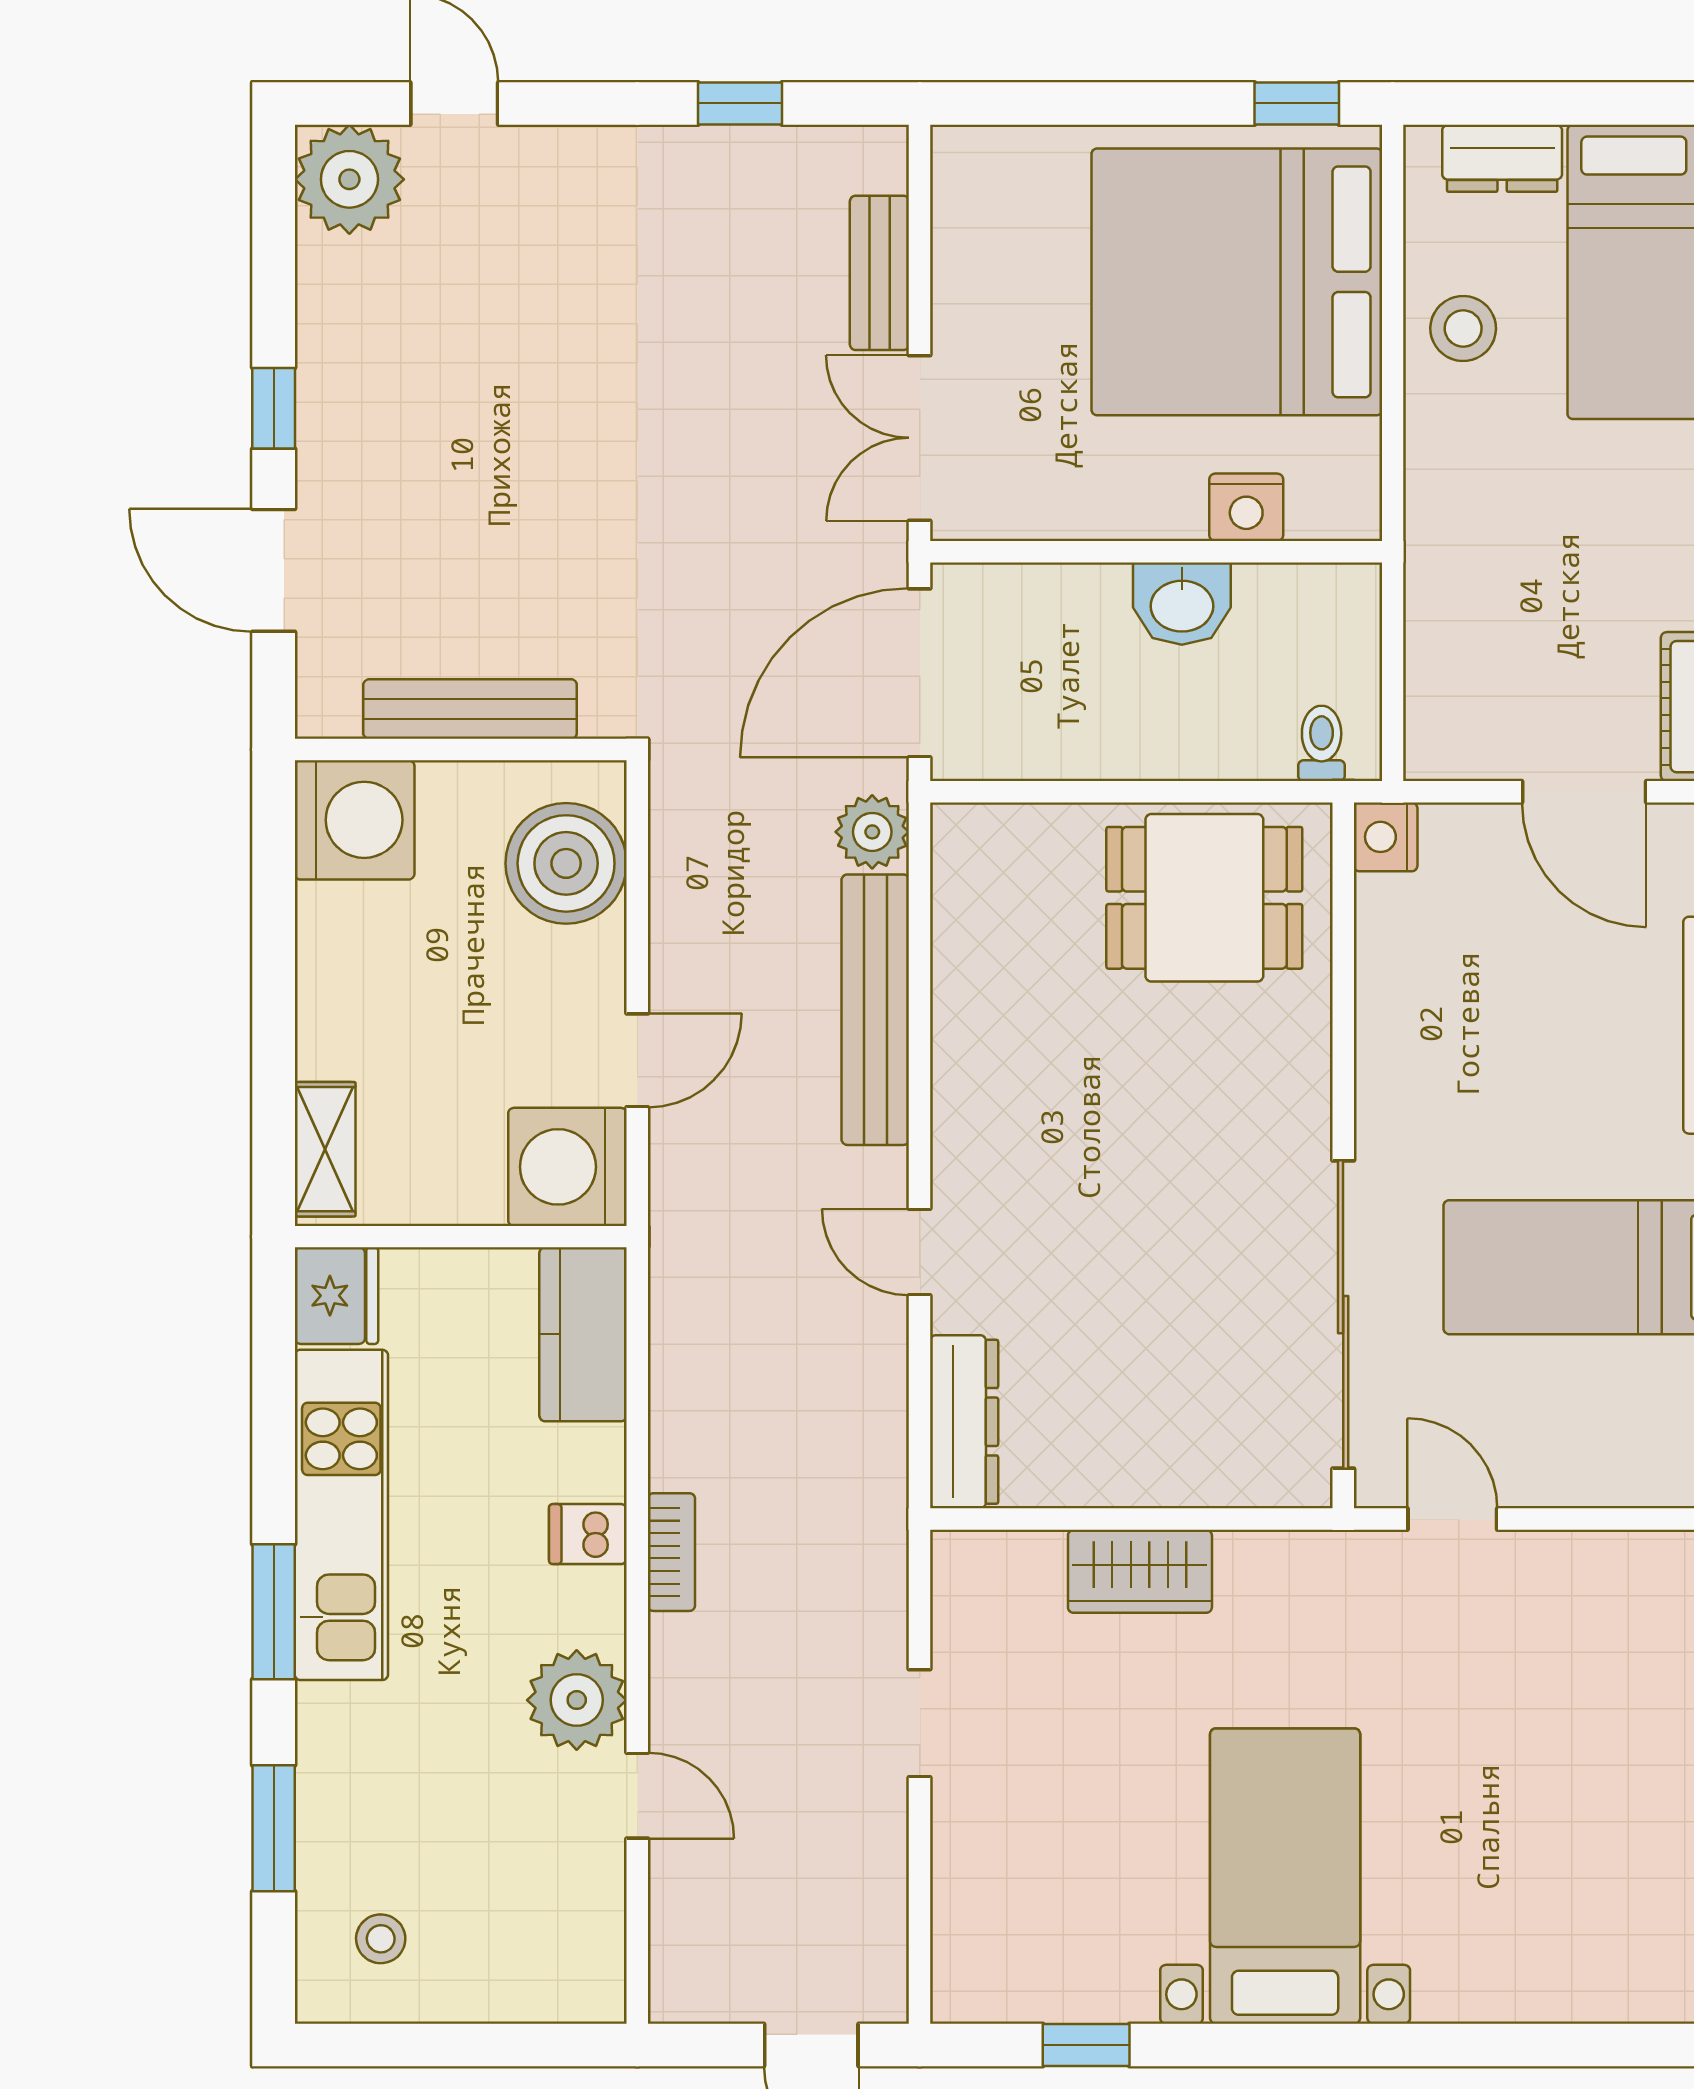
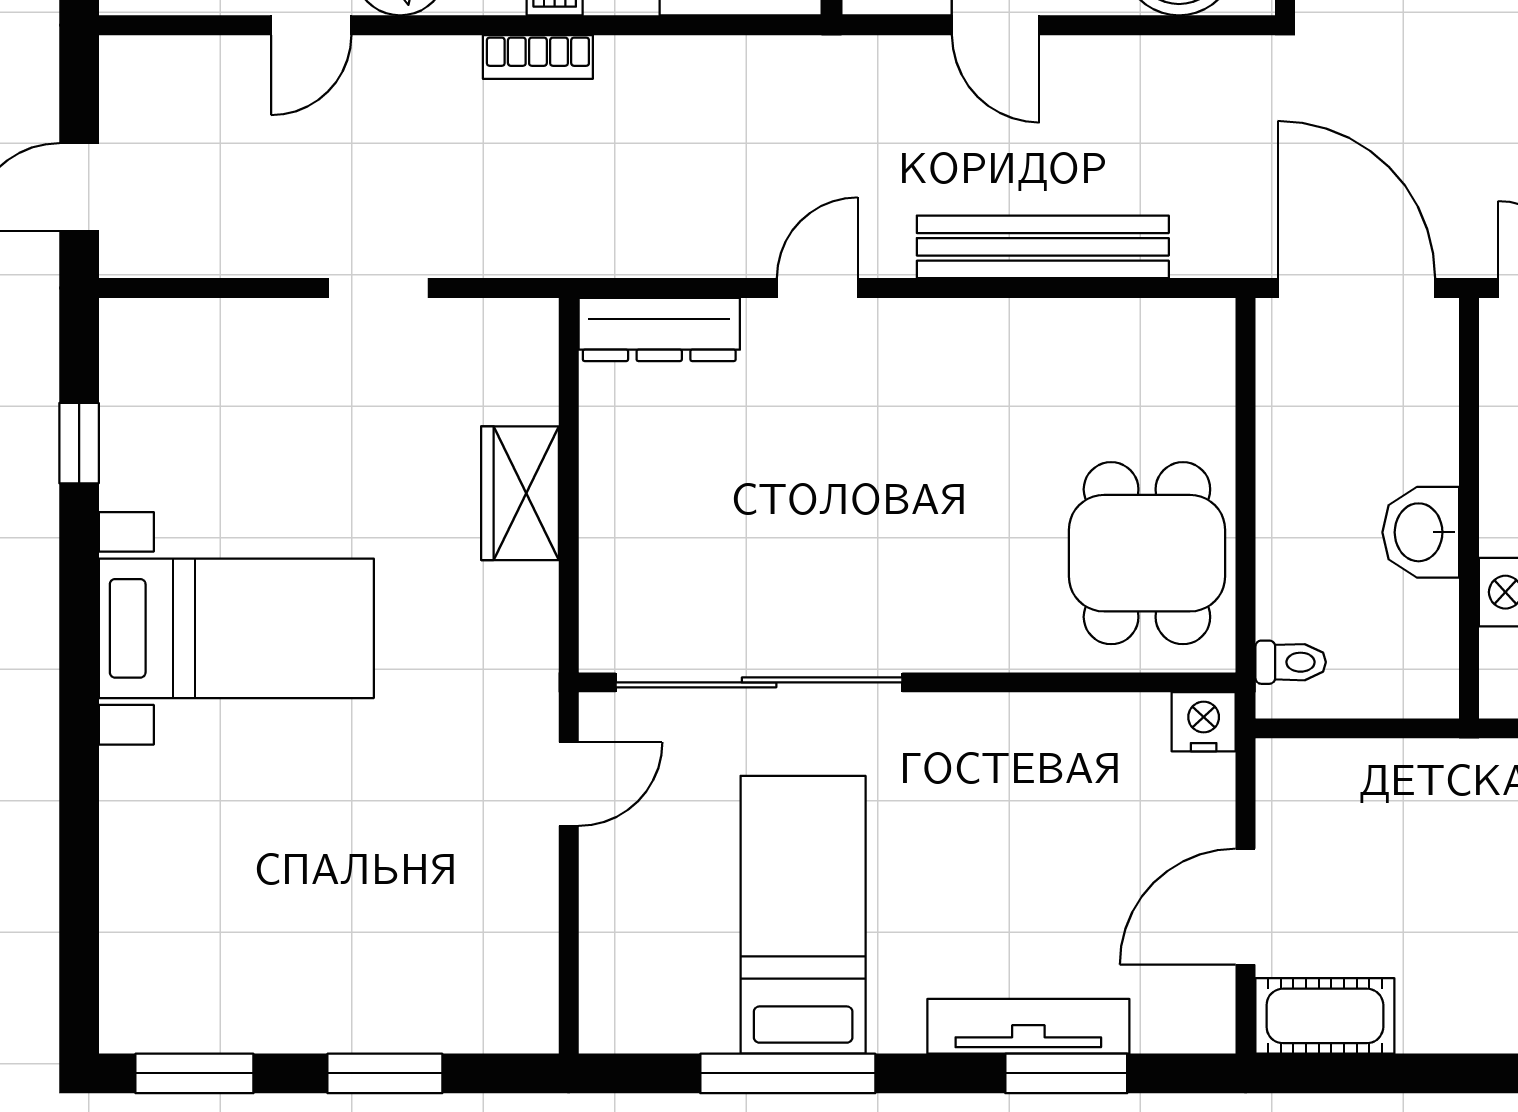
plant: (872, 832) -> (1208, 244), removed

